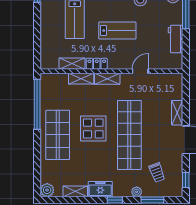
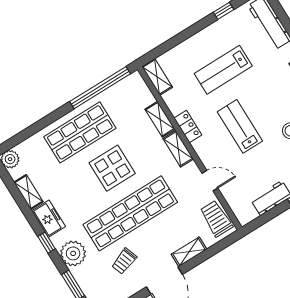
lab bench: (117, 31) -> (240, 126), turned 180
shelving: (72, 64) -> (157, 77), moved
trolley: (167, 82) -> (216, 219), added
trolley: (157, 172) -> (124, 261), moved
plant: (137, 192) -> (73, 253), width x1.88, depth x1.88

